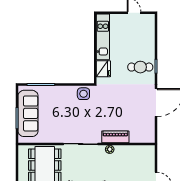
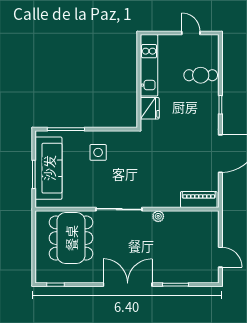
cafe table: (140, 67) -> (201, 75), moved
side table: (83, 94) -> (98, 152), moved
piano: (115, 137) -> (199, 200), moved

